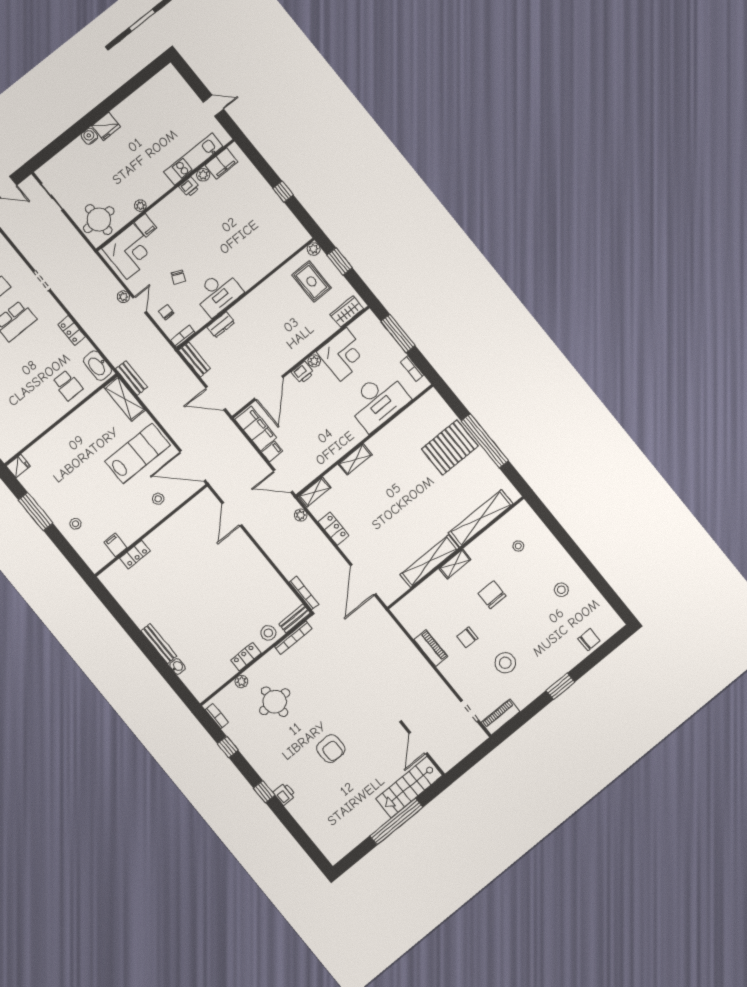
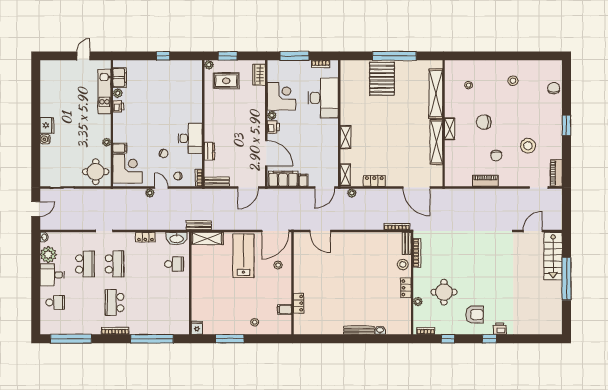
door: (418, 743) -> (533, 231), swing flipped
armchair: (331, 749) -> (475, 315), moved

